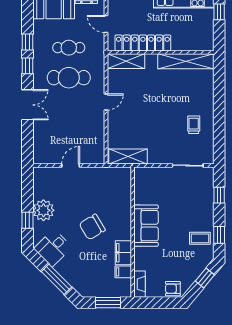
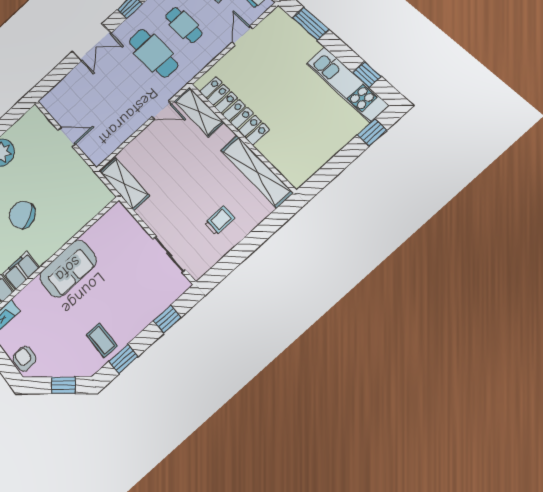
locker: (143, 43) -> (234, 110), moved
wall: (161, 52) -> (241, 137), moved
shelving: (126, 61) -> (199, 112), moved
shelving: (186, 61) -> (256, 171), moved

